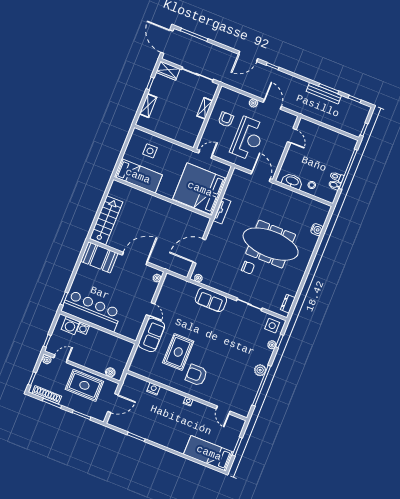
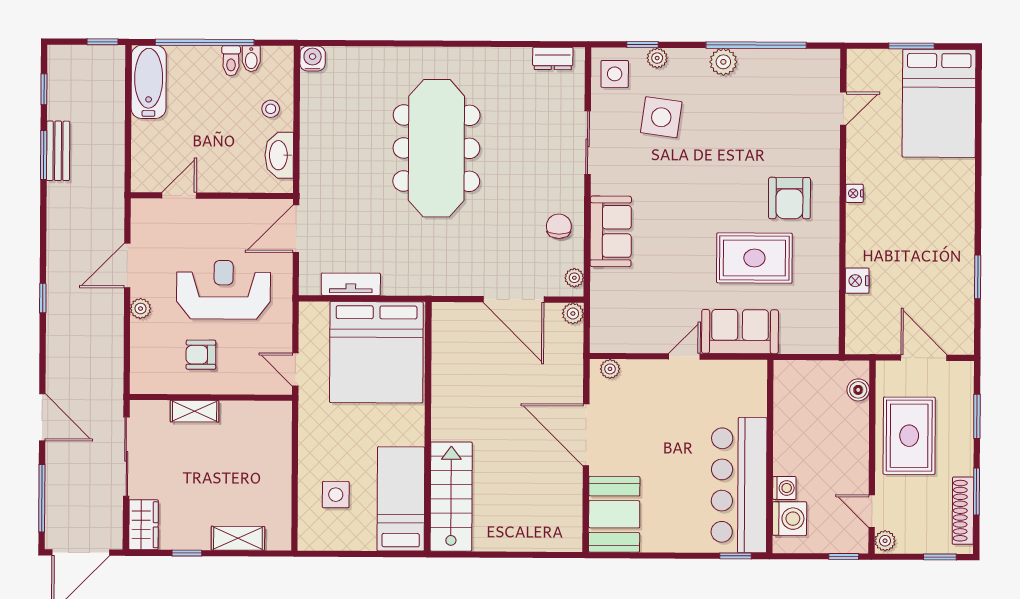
door: (248, 56) -> (42, 417), moved
bench: (324, 93) -> (58, 151), width x0.73
bathtub: (341, 141) -> (149, 82), added
tv unit: (222, 211) -> (351, 284), moved
stairs: (106, 220) -> (451, 497), moved, turned 90
water cooler: (317, 230) -> (313, 59), moved
chair: (248, 268) -> (559, 226), moved
plant: (185, 272) -> (573, 313), added
side table: (248, 337) -> (661, 117), added
bed: (209, 453) -> (939, 103), width x1.50

